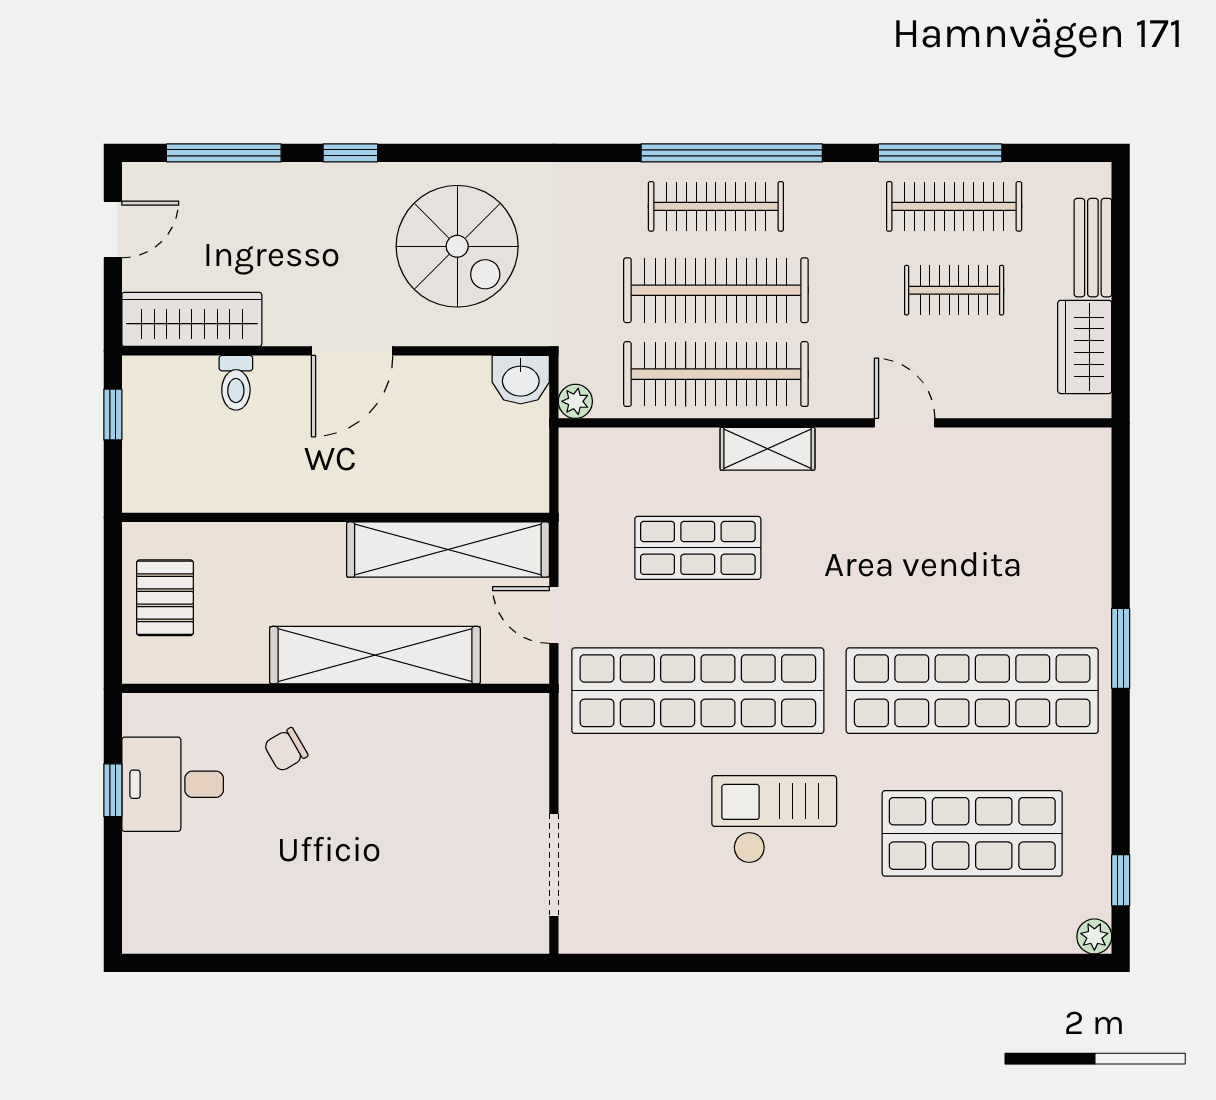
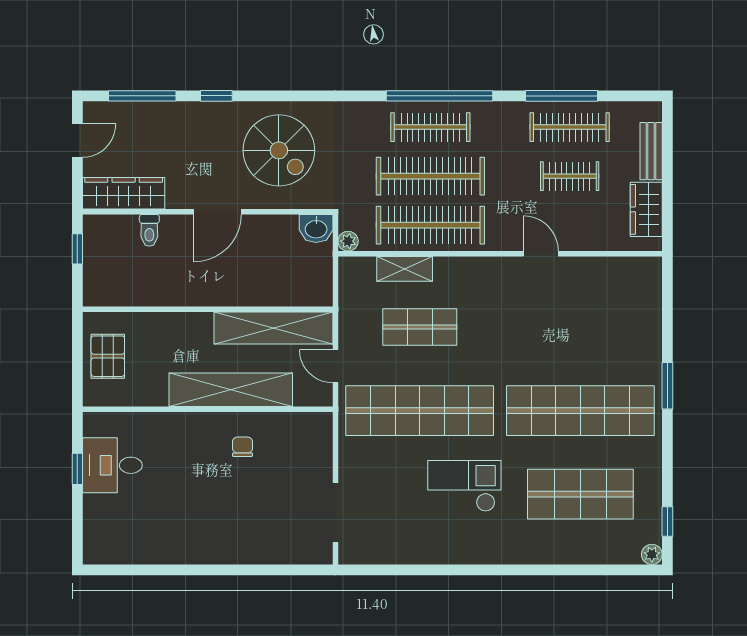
shelving: (767, 449) -> (405, 269), moved
chair: (286, 750) -> (242, 447), moved, turned 120

